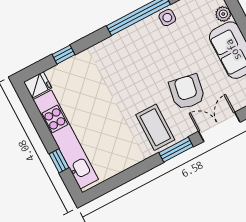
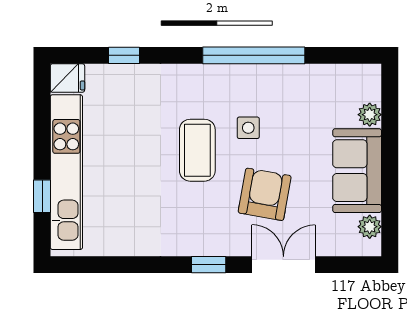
side table: (167, 18) -> (248, 128), moved
coffee table: (155, 127) -> (197, 150), moved
window: (176, 150) -> (209, 265), width x0.67

